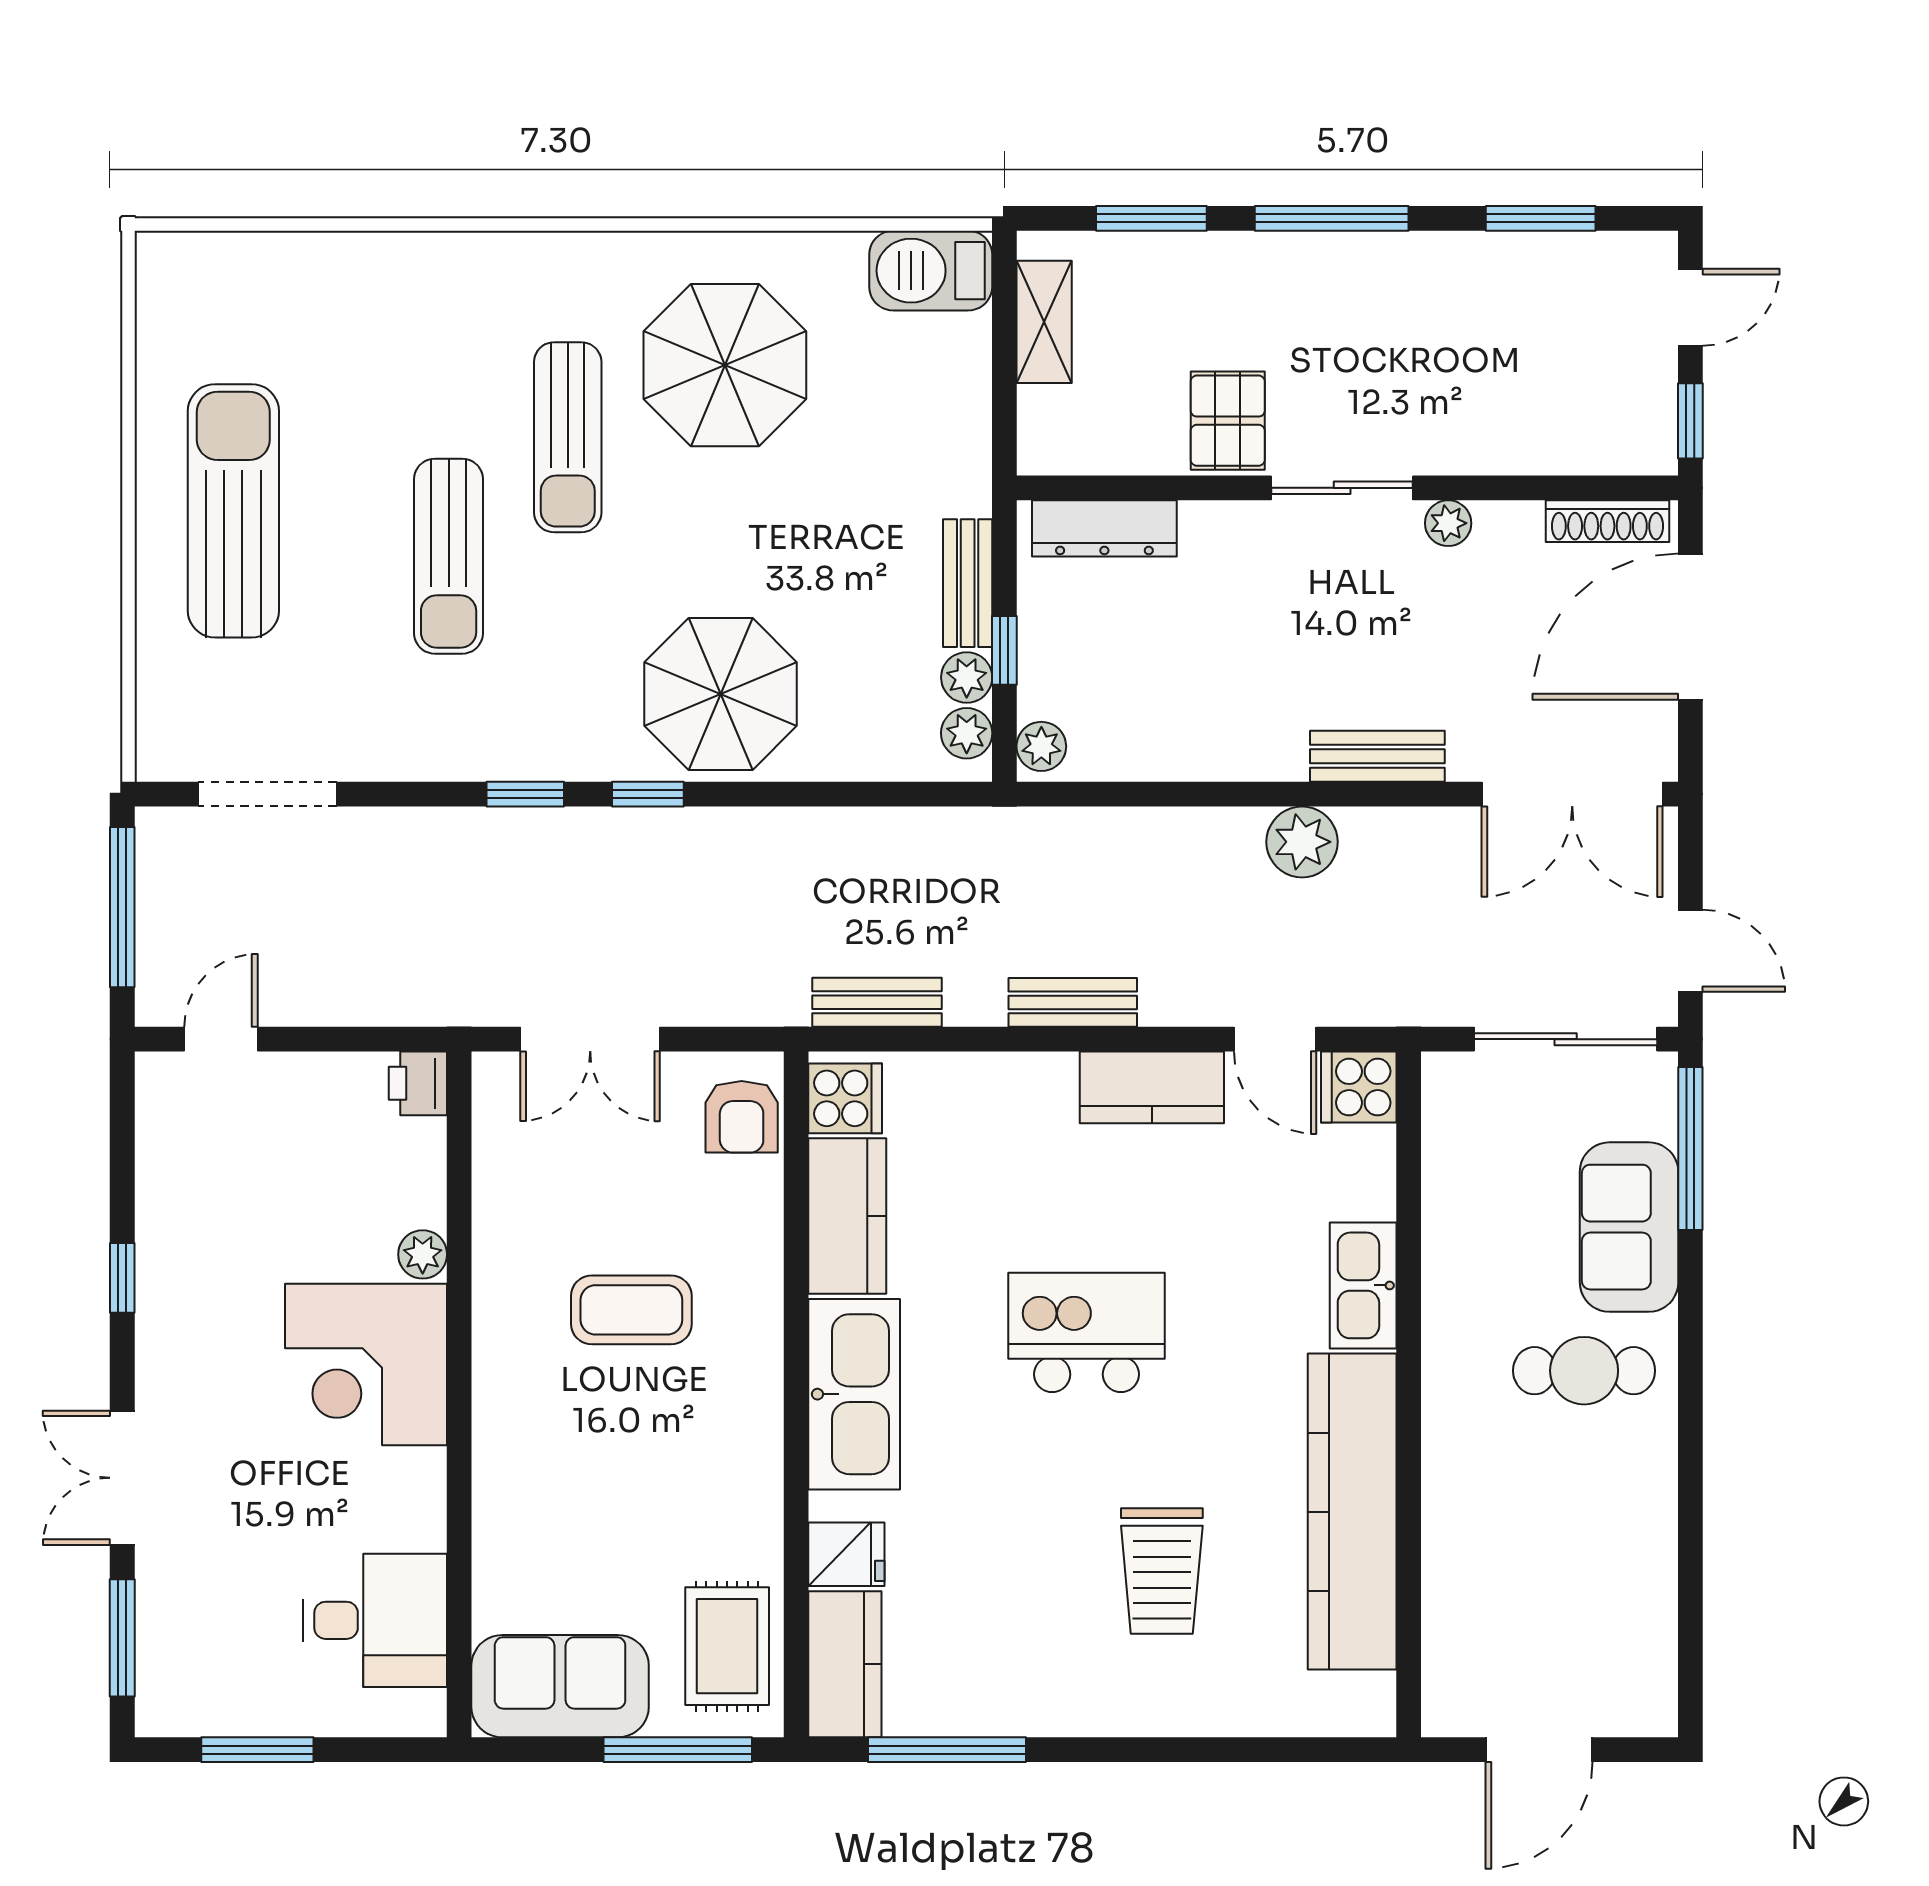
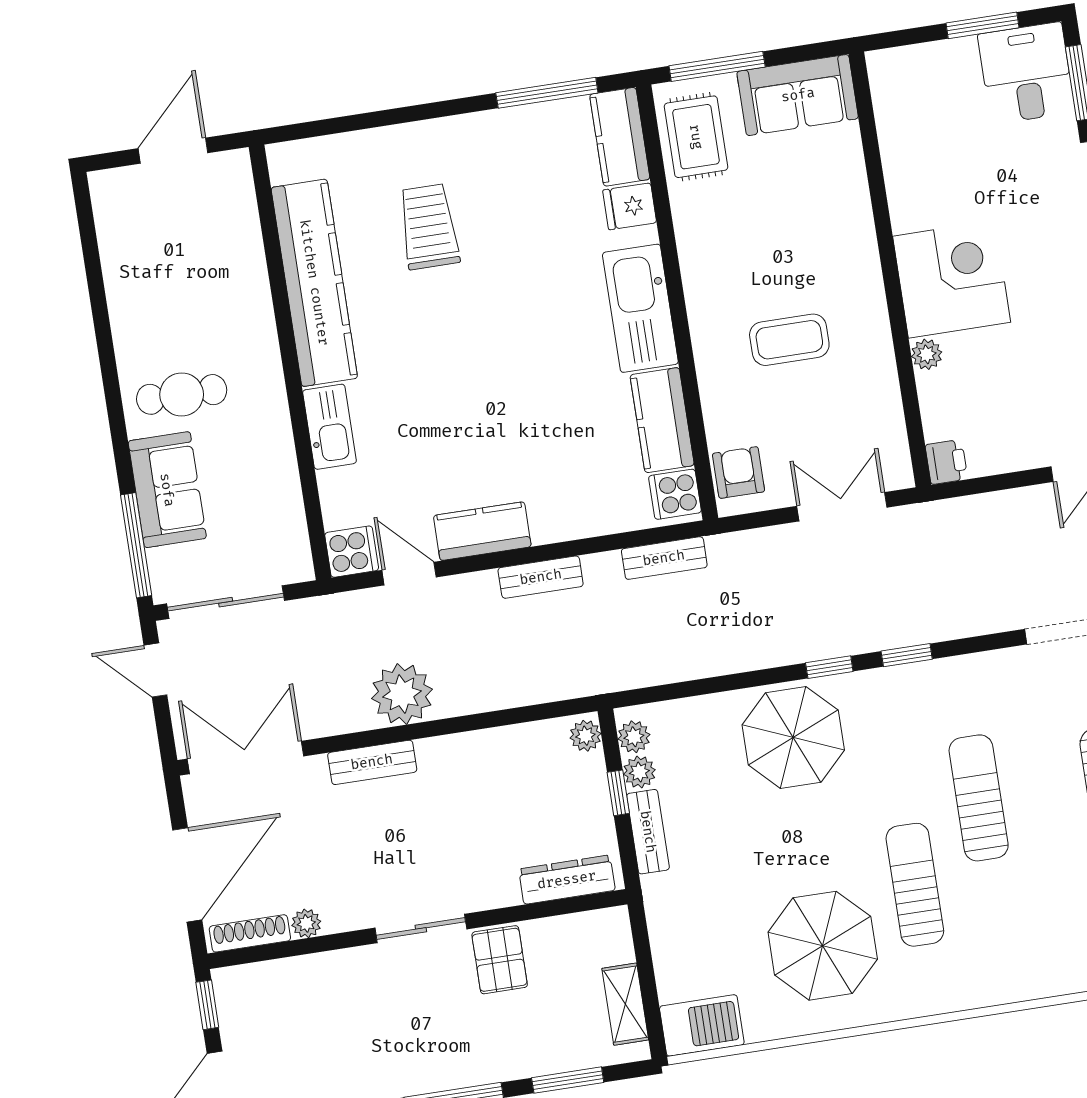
plant: (1448, 523) -> (306, 923), moved
plant: (1302, 842) -> (402, 694), width x1.36, depth x1.36
kitchen island: (1086, 1332) -> (500, 370), removed
desk: (375, 1620) -> (1026, 73), moved, turned 90

